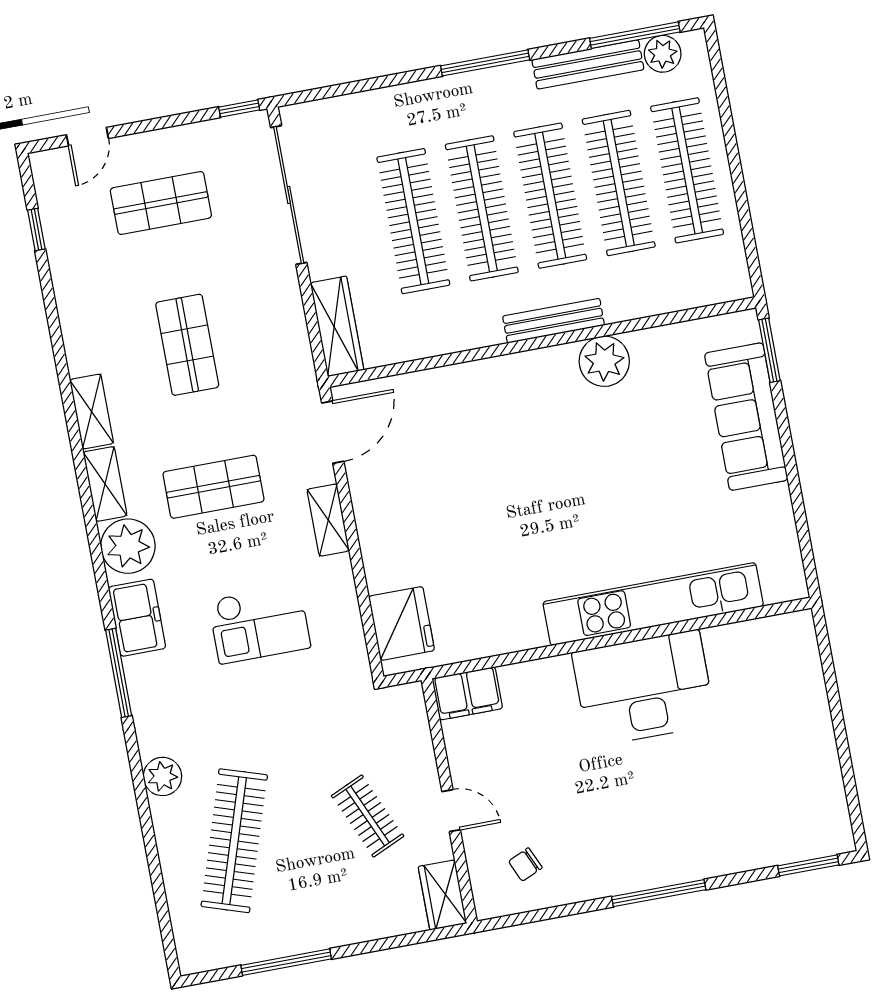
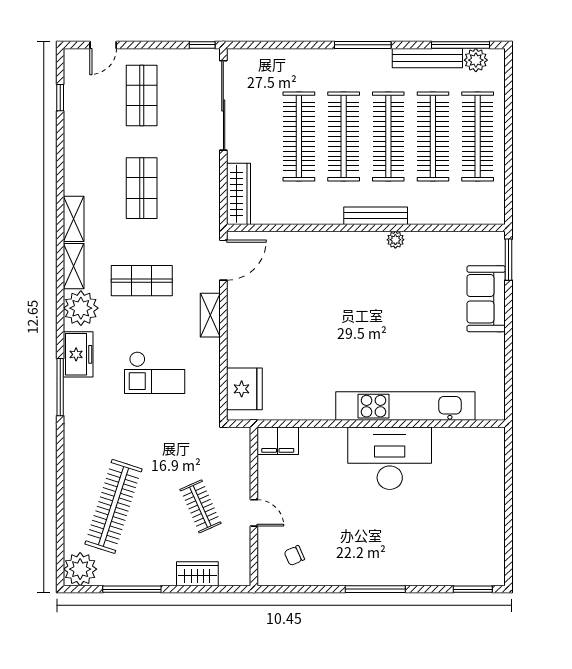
shop shelf: (161, 203) -> (142, 95), turned 90
plant: (604, 361) -> (395, 240), width x0.53, depth x0.53
sofa: (746, 417) -> (486, 299), width x0.73
plant: (162, 776) -> (80, 569), moved, width x1.36, depth x1.36
wardrobe: (442, 895) -> (197, 574), moved, turned 90

